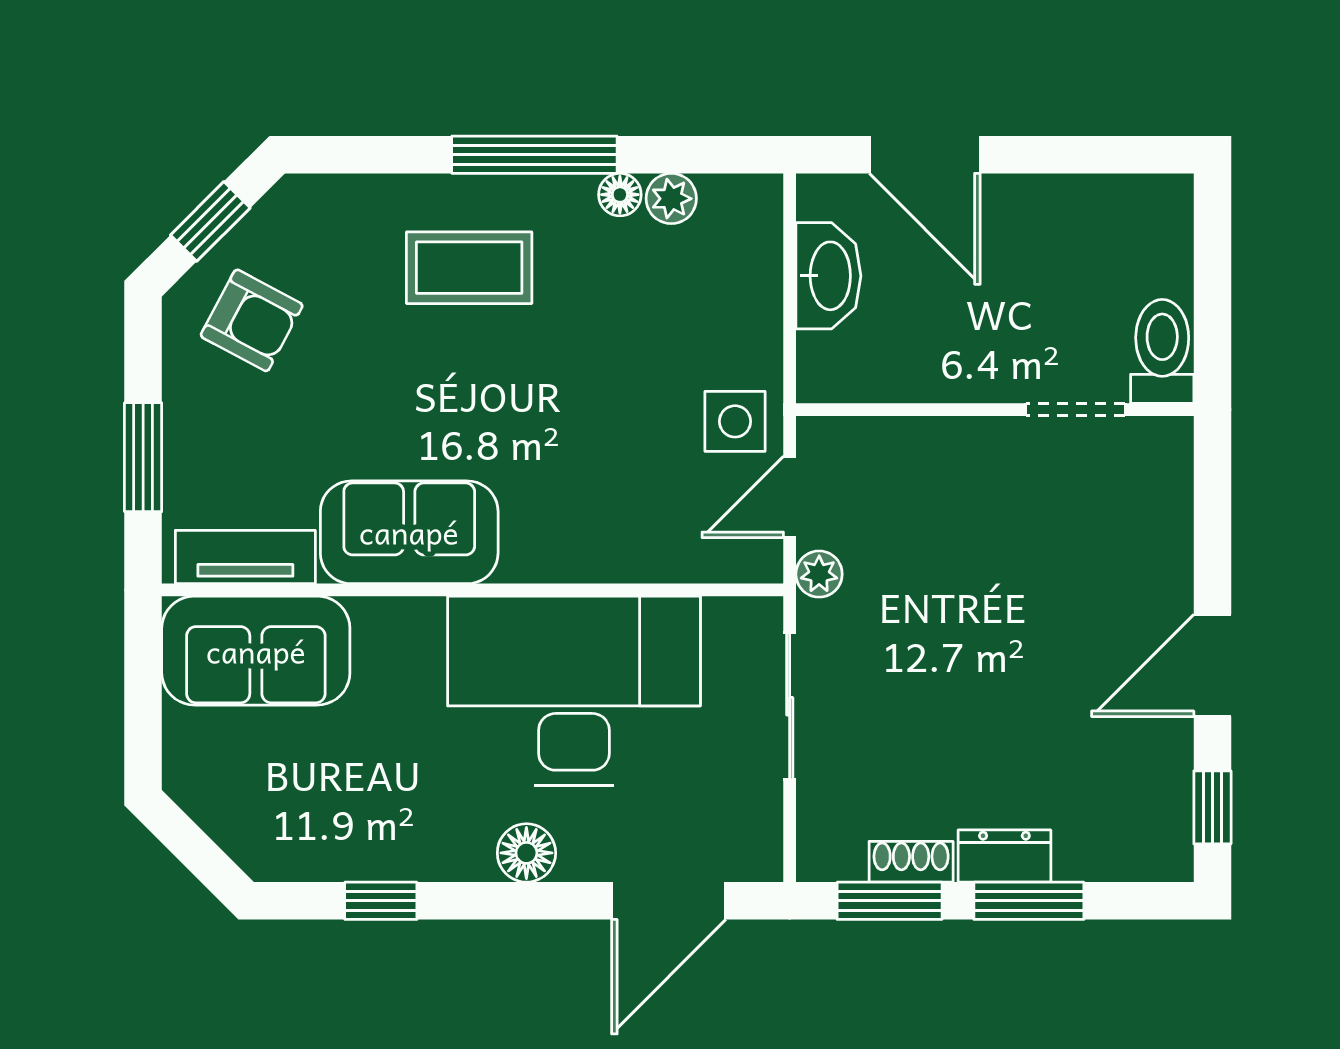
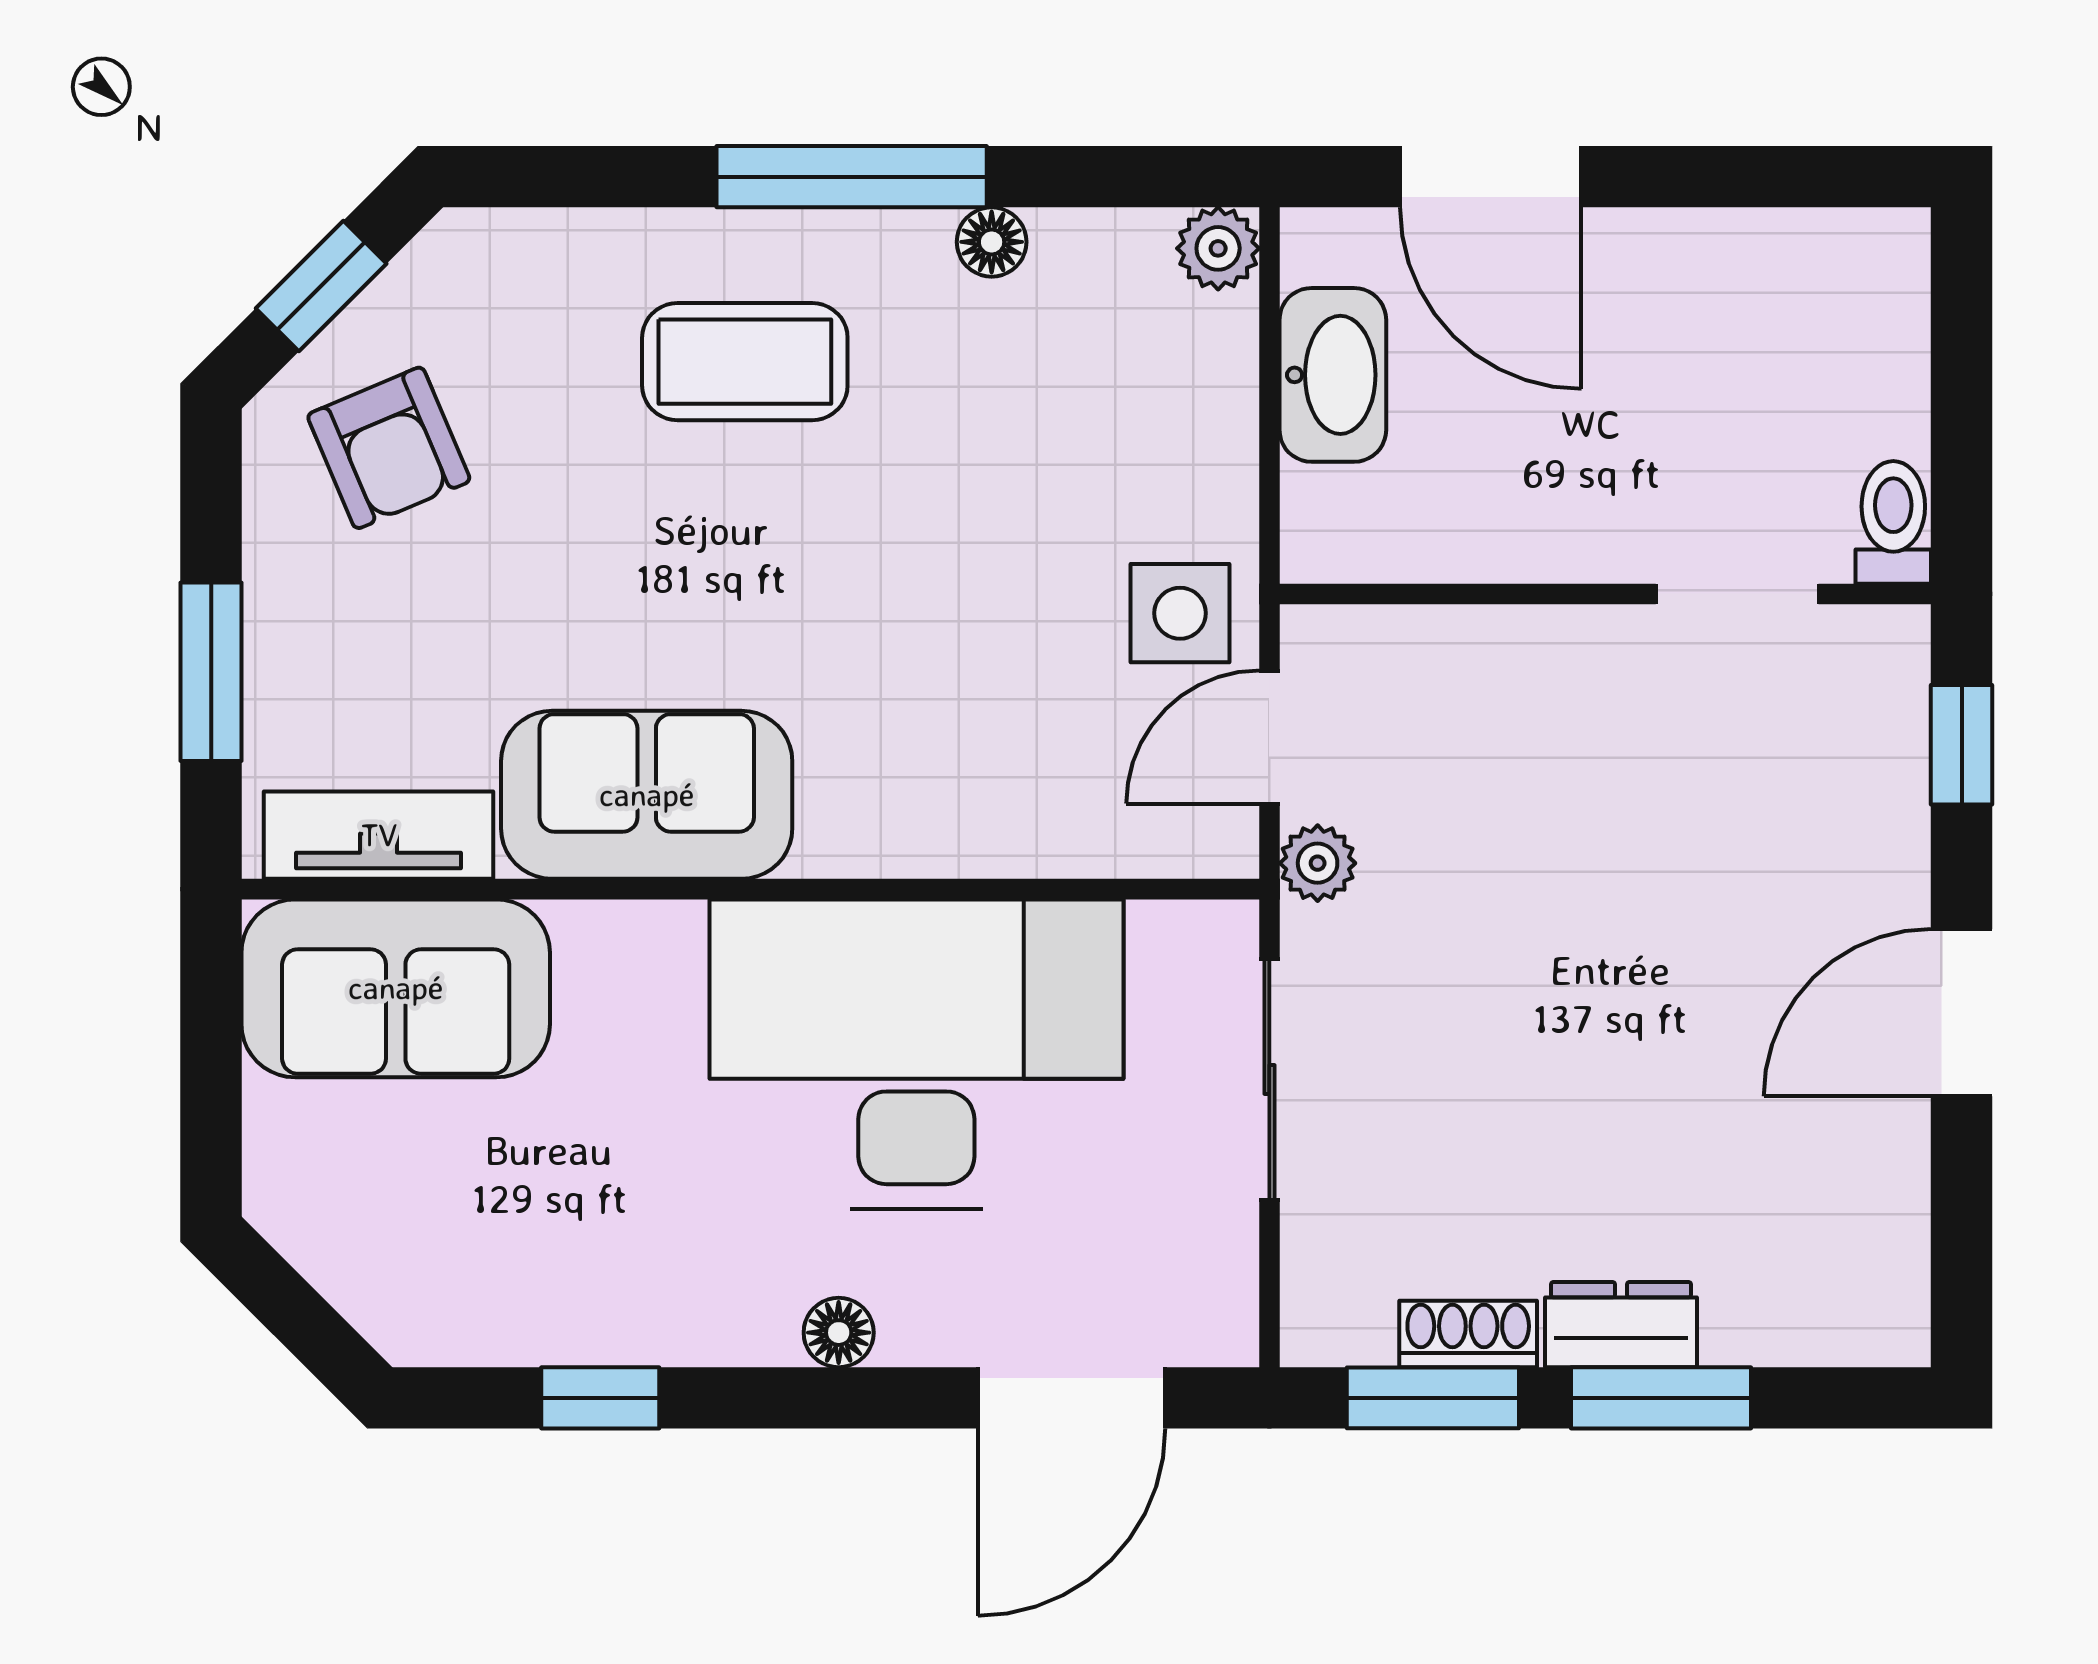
plant: (671, 199) -> (1218, 248), moved
armchair: (252, 320) -> (389, 448), turned 39
toilet: (1162, 351) -> (1893, 522), width x0.73, depth x0.72
window: (1212, 807) -> (1962, 745), moved
floor lamp: (526, 853) -> (839, 1333), width x0.73, depth x0.73

